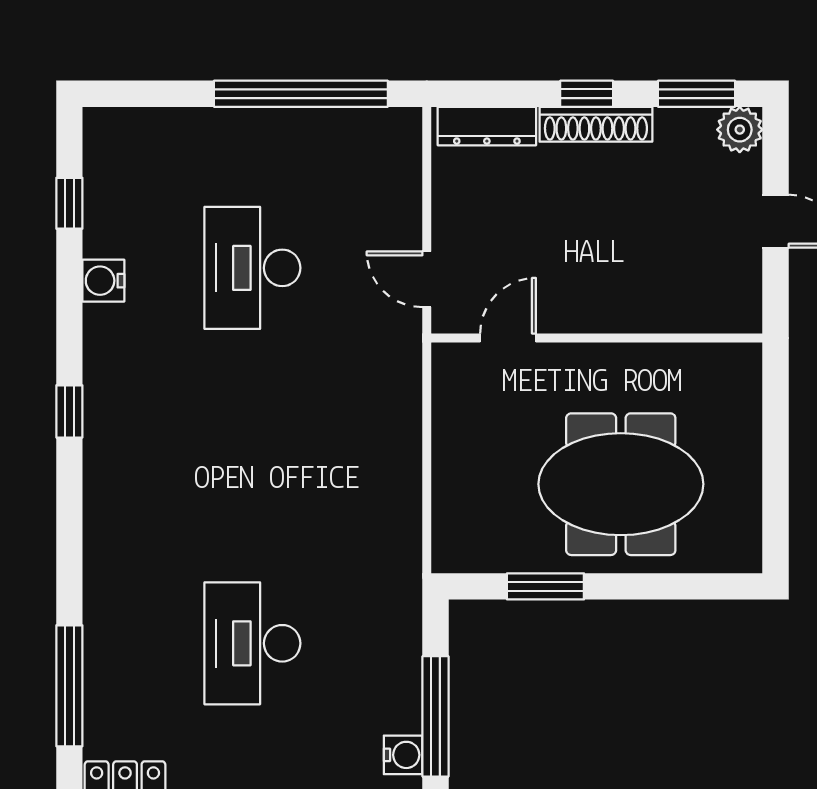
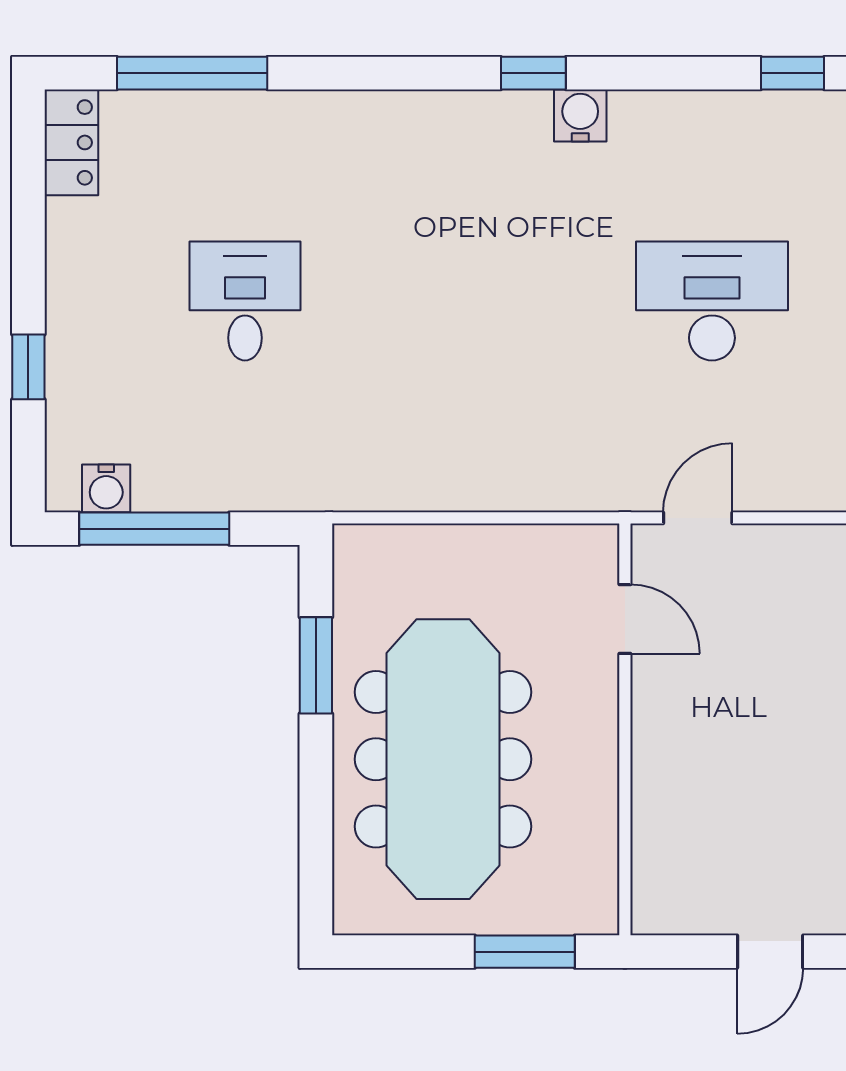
water cooler: (103, 281) -> (580, 116), moved
window: (776, 418) -> (525, 952), added
meeting table: (621, 484) -> (443, 759), width x1.36
desk: (252, 643) -> (245, 301), width x0.73

